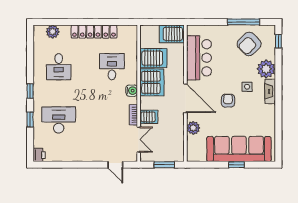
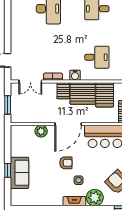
server rack: (149, 117) -> (63, 91), moved
sofa: (239, 149) -> (19, 173), width x0.54, depth x0.79

